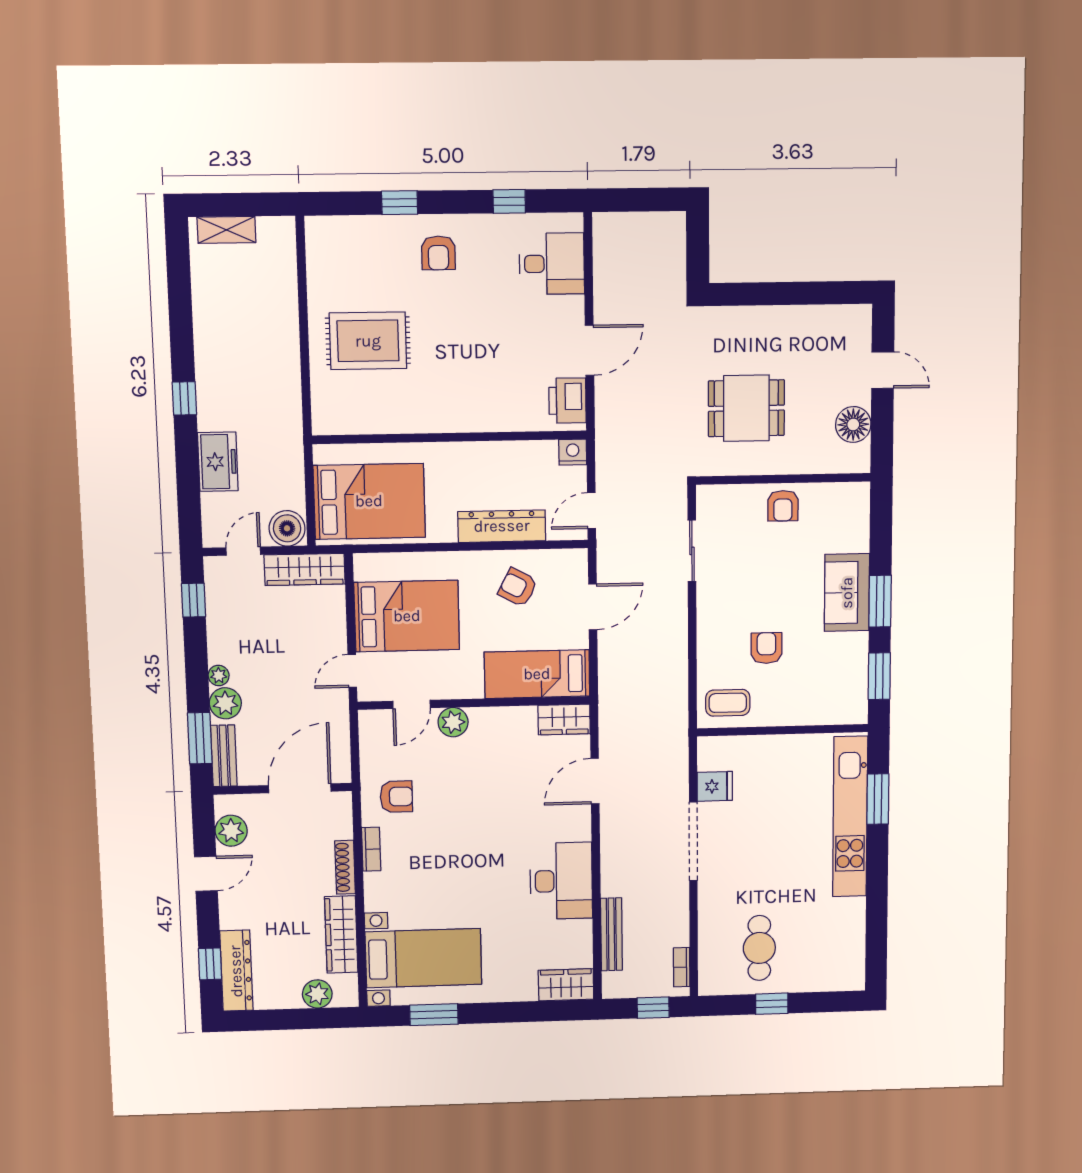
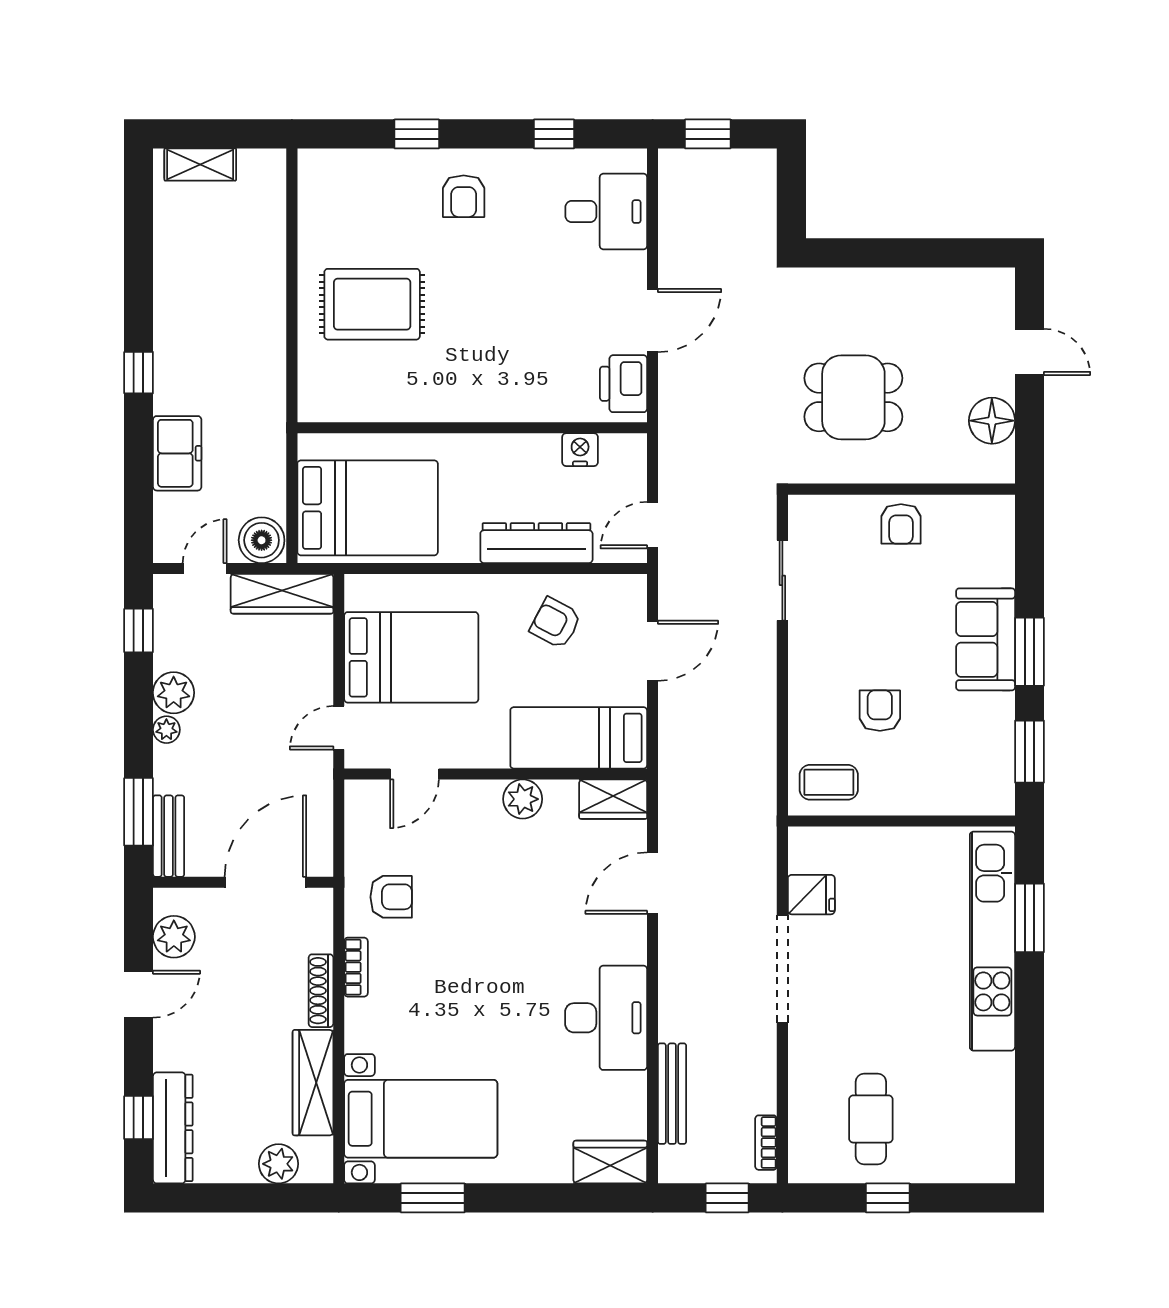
window: (631, 200) -> (708, 134), added
nightstand: (573, 452) -> (580, 450), moved
plant: (225, 703) -> (174, 693), moved
plant: (453, 722) -> (523, 799), moved

